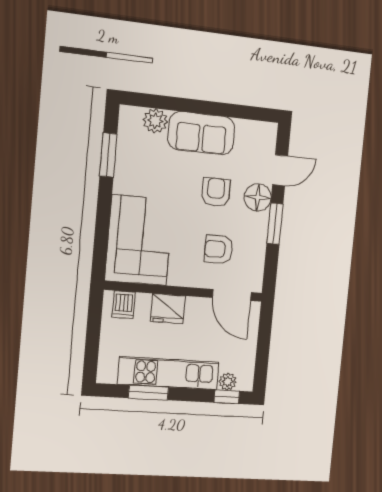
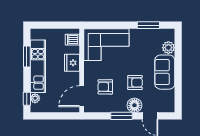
armchair: (219, 249) -> (105, 87), turned -90

